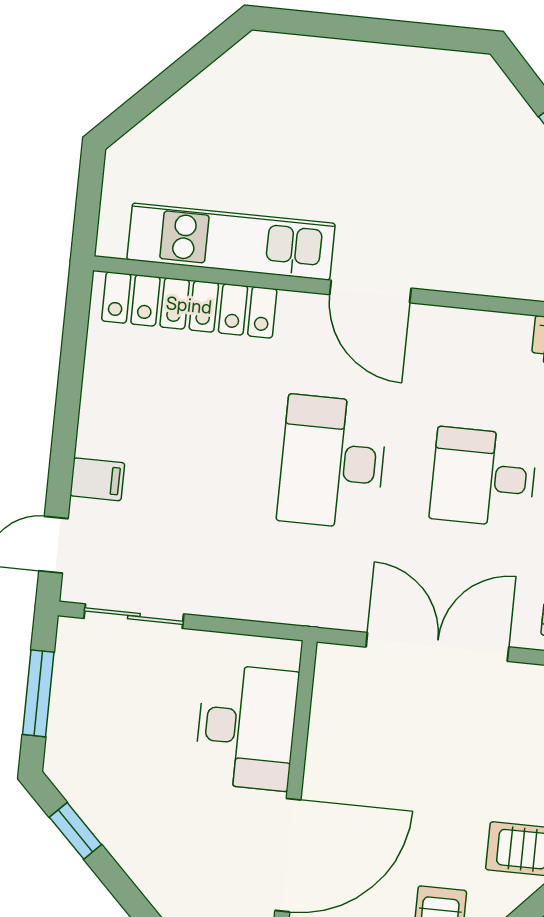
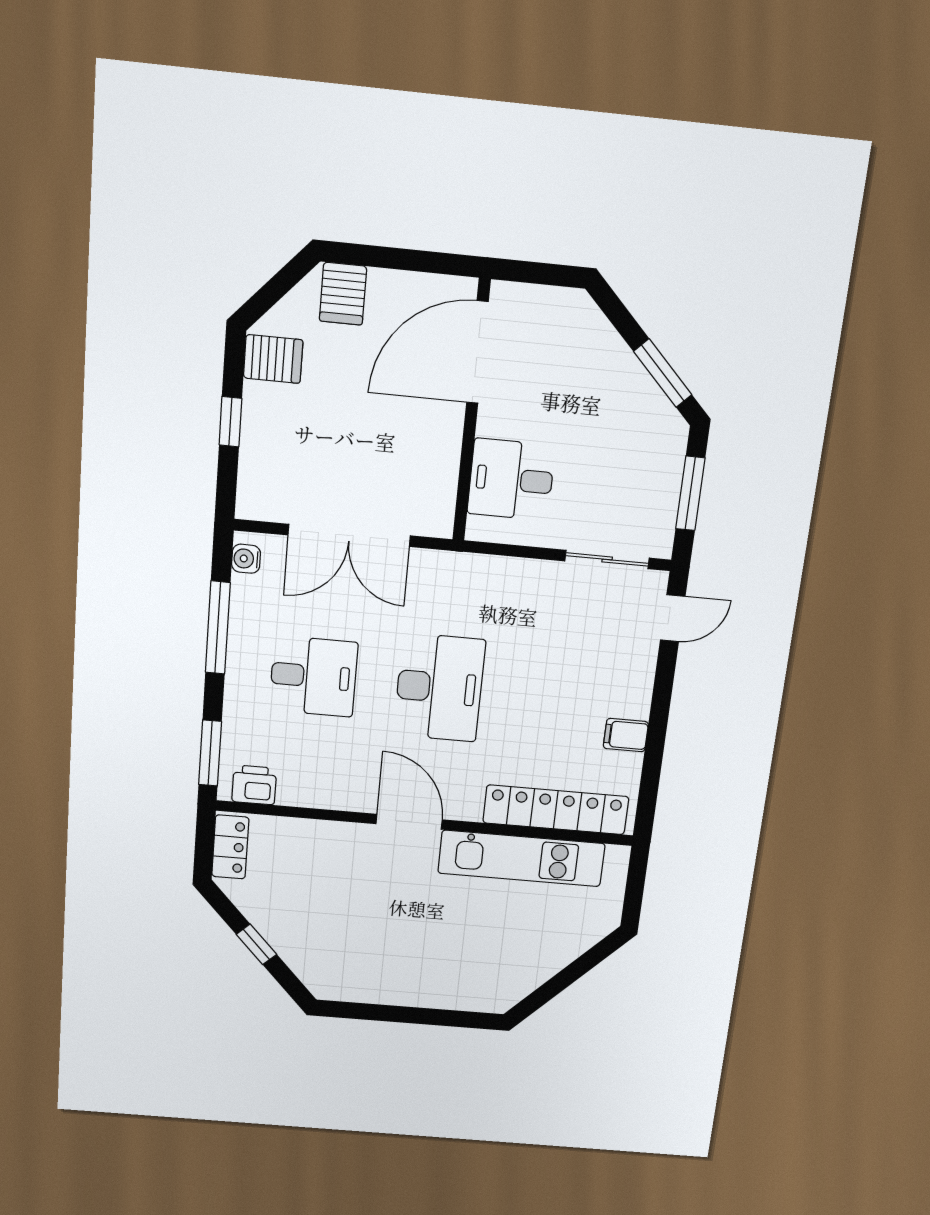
filing cabinet: (97, 479) -> (626, 735), moved
desk: (246, 727) -> (511, 480), width x0.73
window: (75, 831) -> (663, 373), width x1.50

